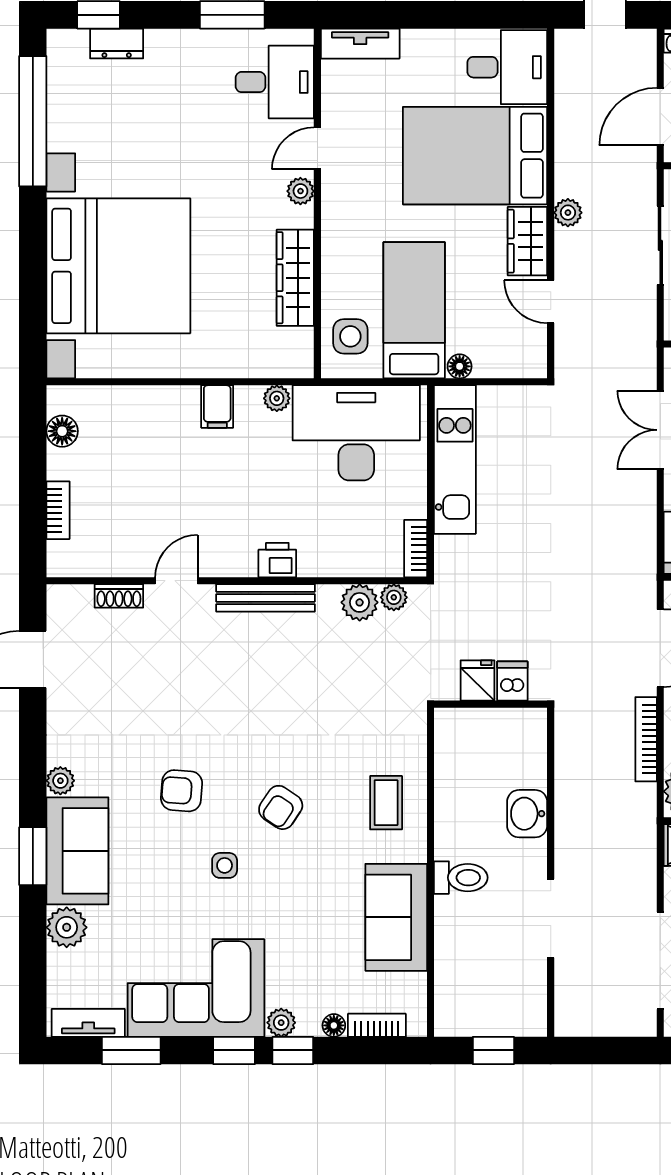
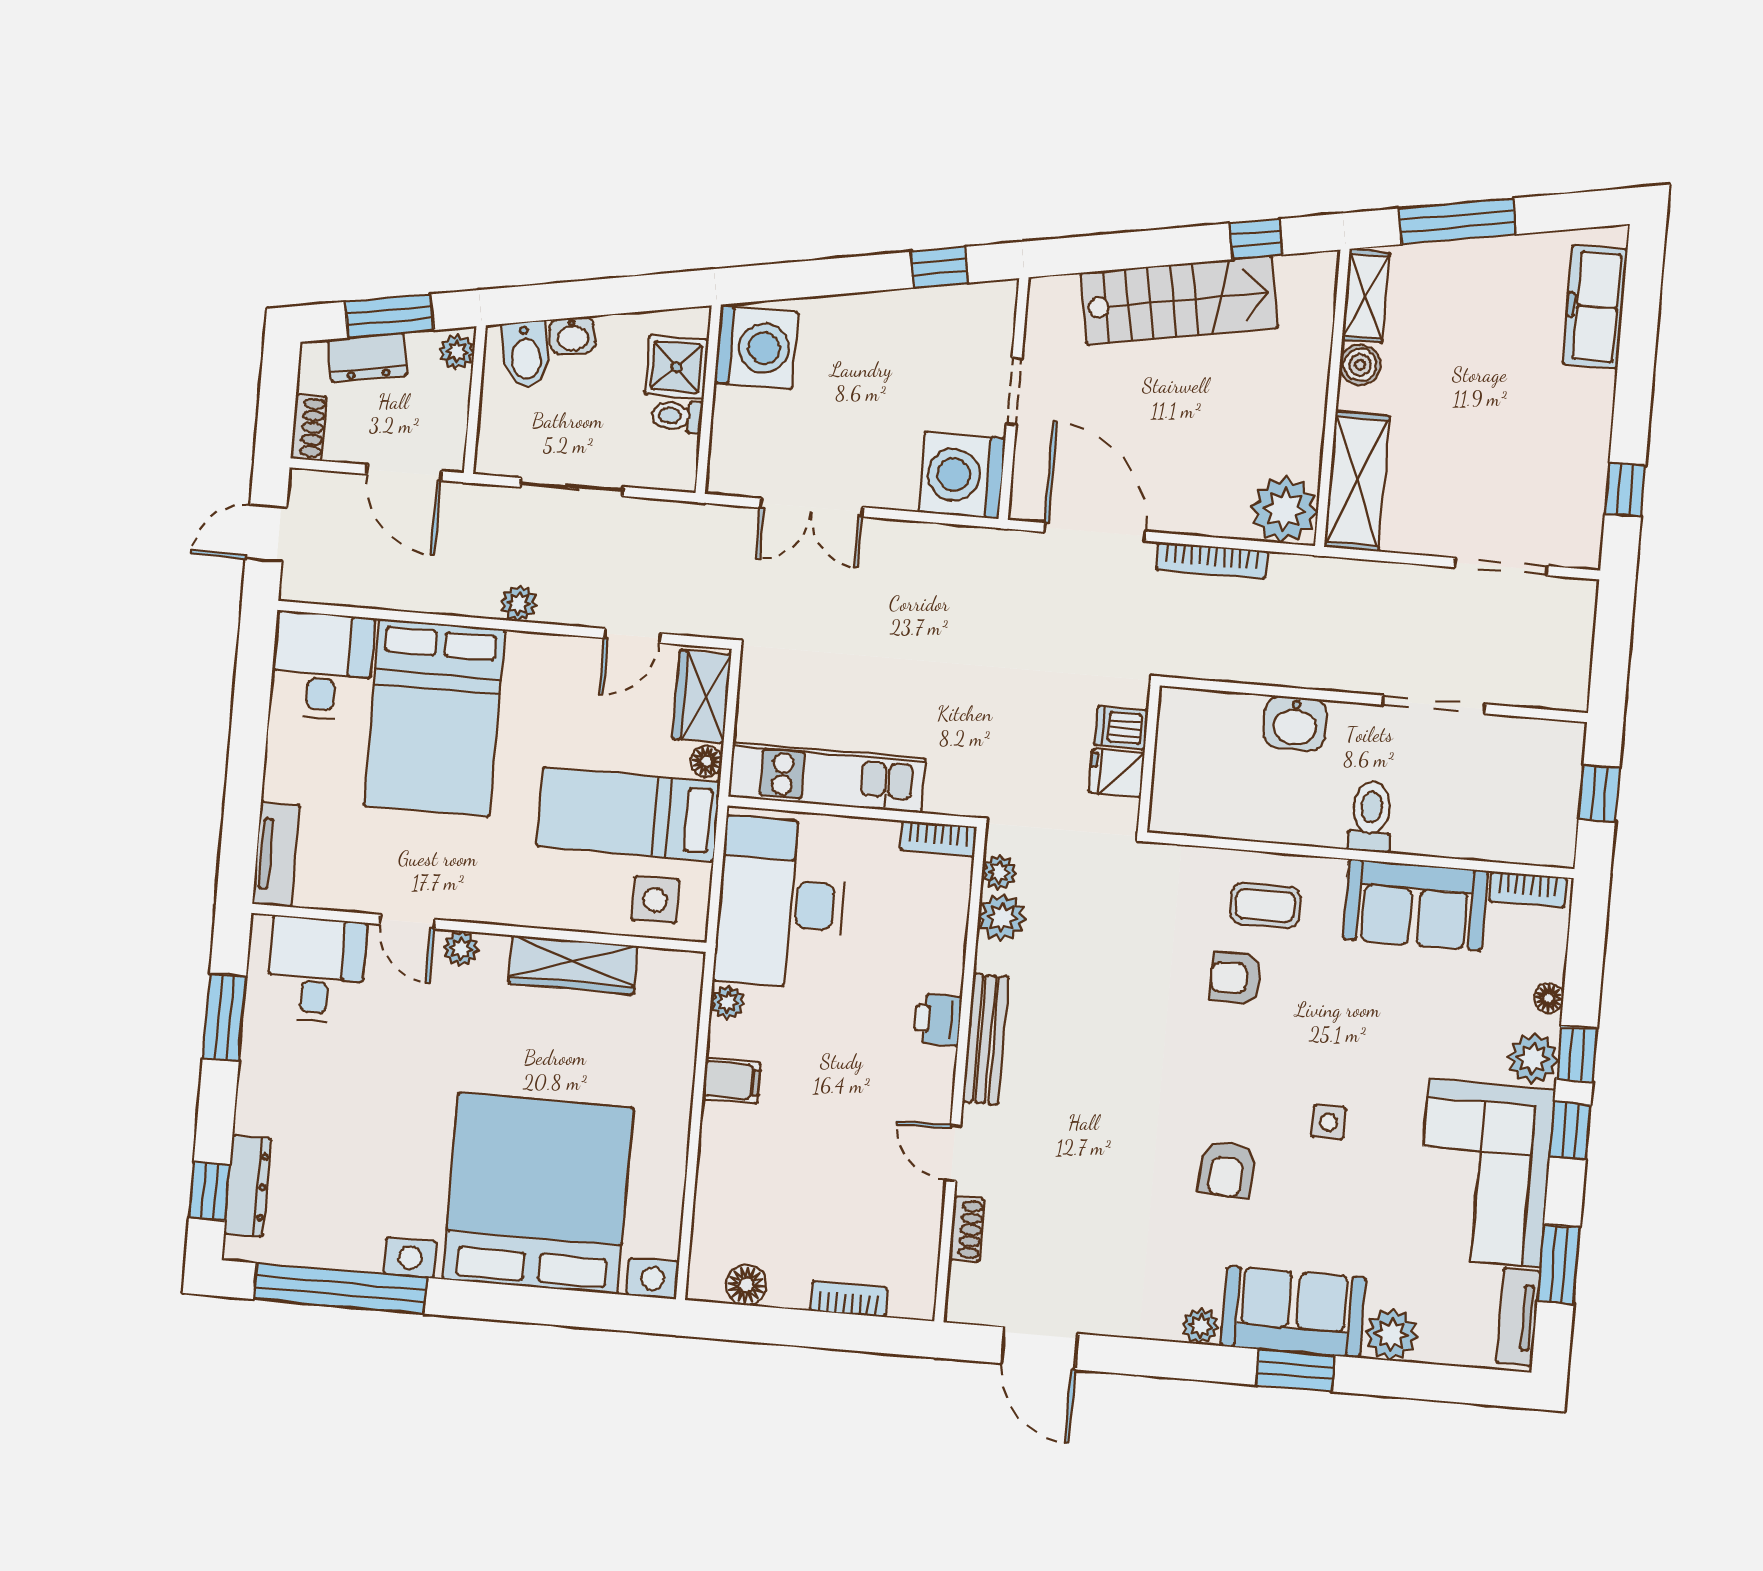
dresser: (117, 44) -> (247, 1186), width x1.44
wardrobe: (527, 241) -> (702, 697), moved, turned 90
armchair: (281, 807) -> (1236, 978), moved, turned 146
doorway: (660, 961) -> (1501, 567), width x0.73
plant: (281, 1023) -> (1533, 1059), width x1.38, depth x1.38
bookcase: (377, 1025) -> (1528, 889), moved, turned -90

